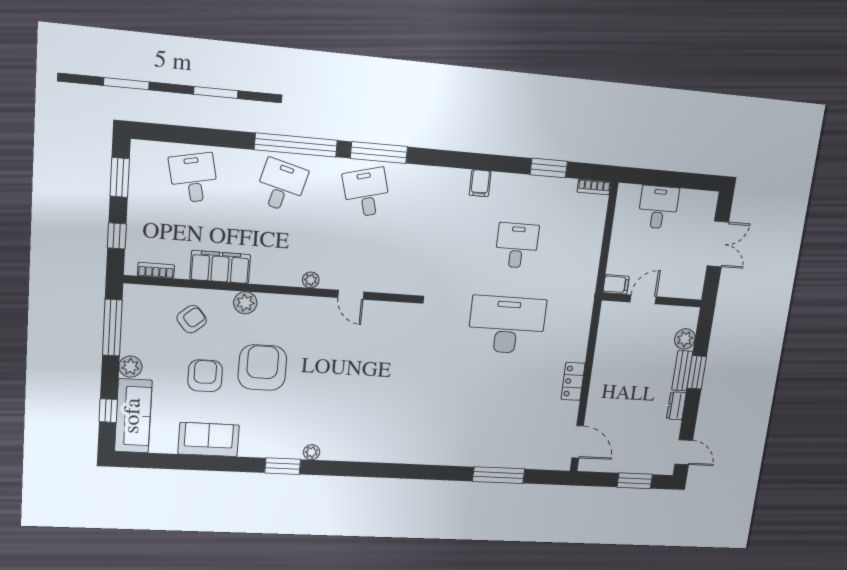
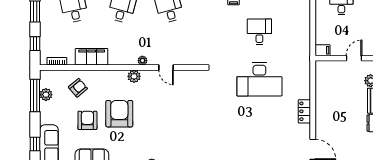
door: (643, 299) -> (354, 58), moved
plant: (245, 303) -> (134, 76), moved
desk: (507, 325) -> (259, 79), turned 180
plant: (130, 367) -> (46, 95), moved

